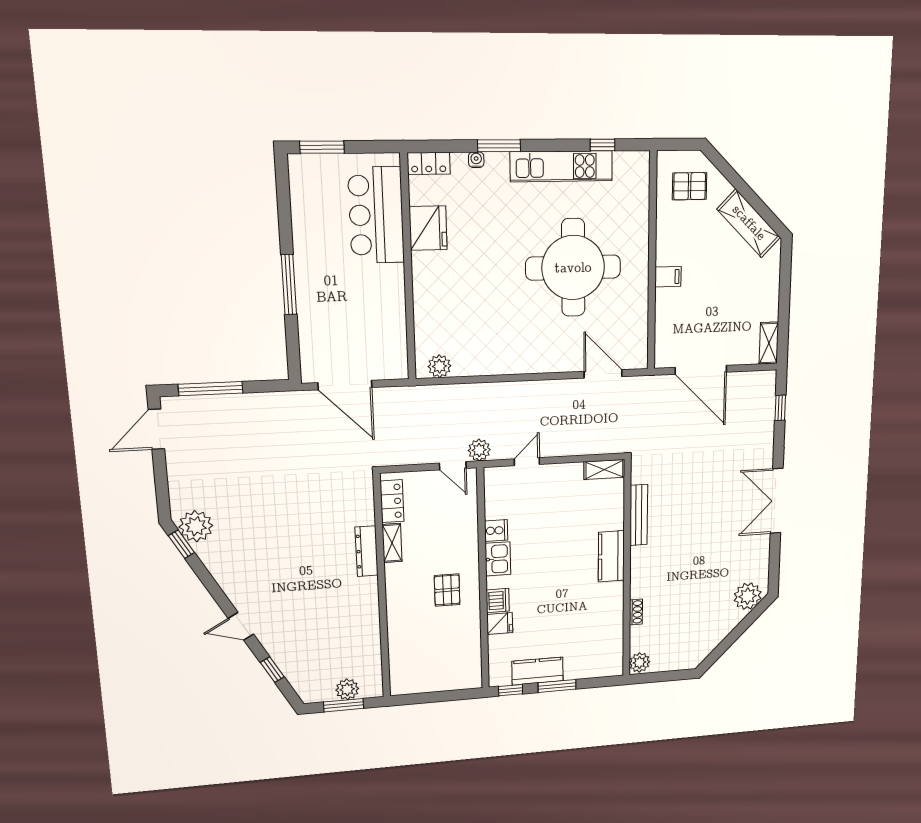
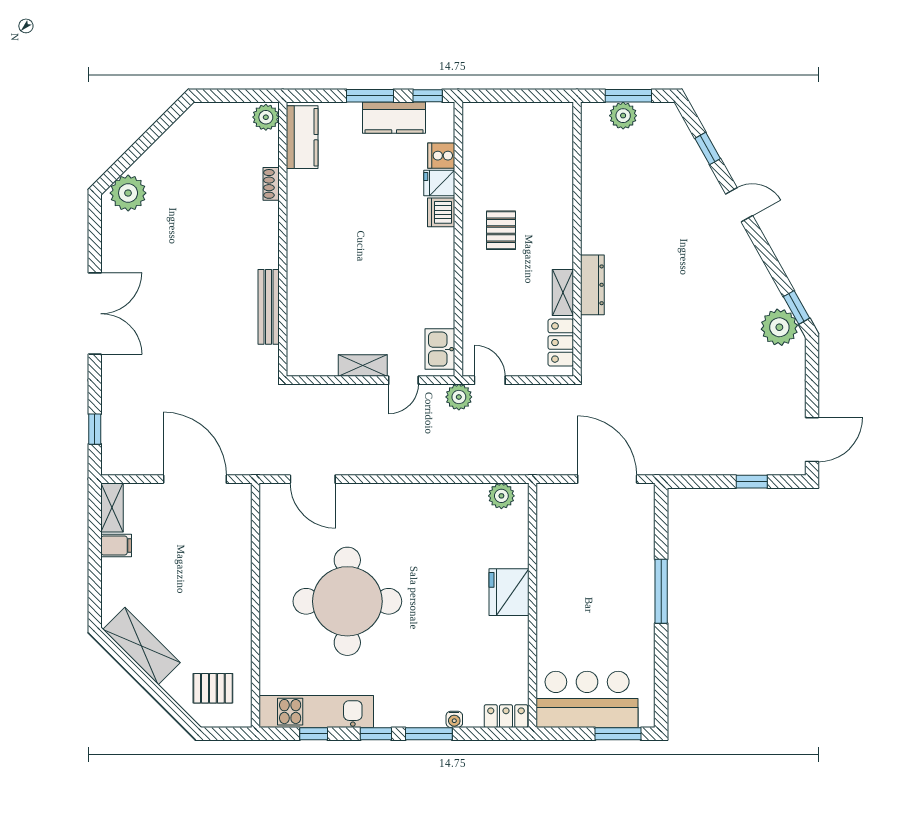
window: (547, 145) -> (376, 734), added
kitchen unit: (561, 166) -> (316, 712), moved
bar counter: (376, 215) -> (587, 699), moved, turned -90
fridge: (428, 228) -> (509, 592), moved
filing cabinet: (668, 277) -> (116, 545), moved, turned 180
window: (210, 389) -> (752, 482), width x0.46
shelving: (604, 469) -> (363, 366), moved
cooker: (496, 530) -> (441, 156), moved
kitchen counter: (611, 556) -> (302, 137), moved
kitchen sink: (498, 559) -> (440, 349), moved

